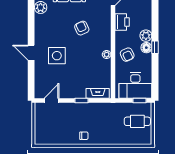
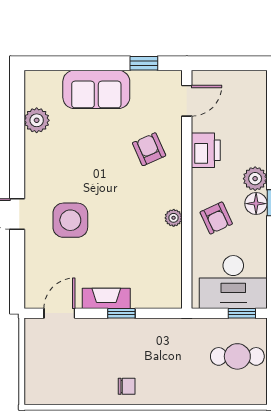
armchair: (82, 28) -> (149, 149), moved
fireplace: (98, 93) -> (106, 298), moved

